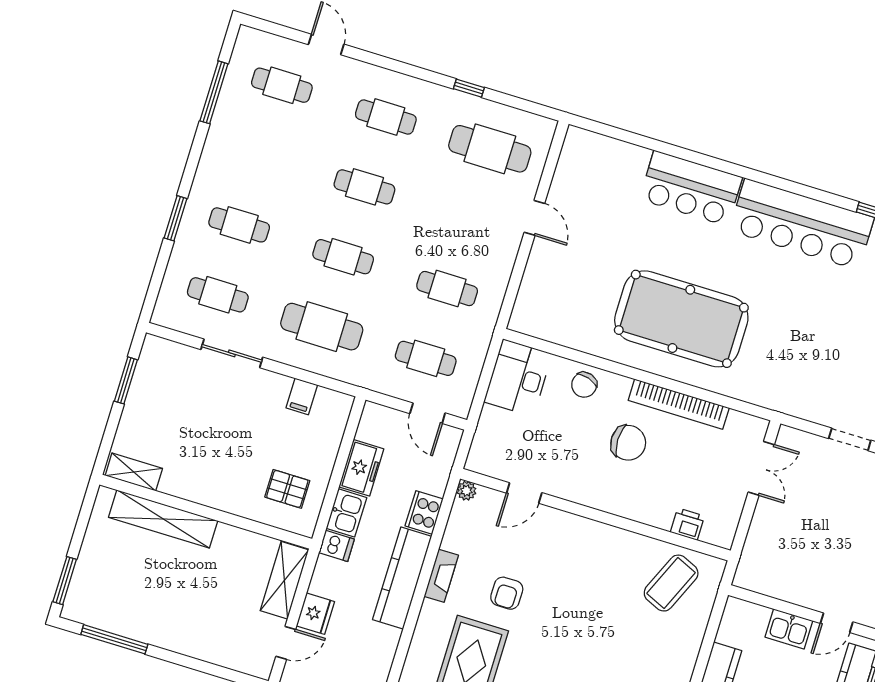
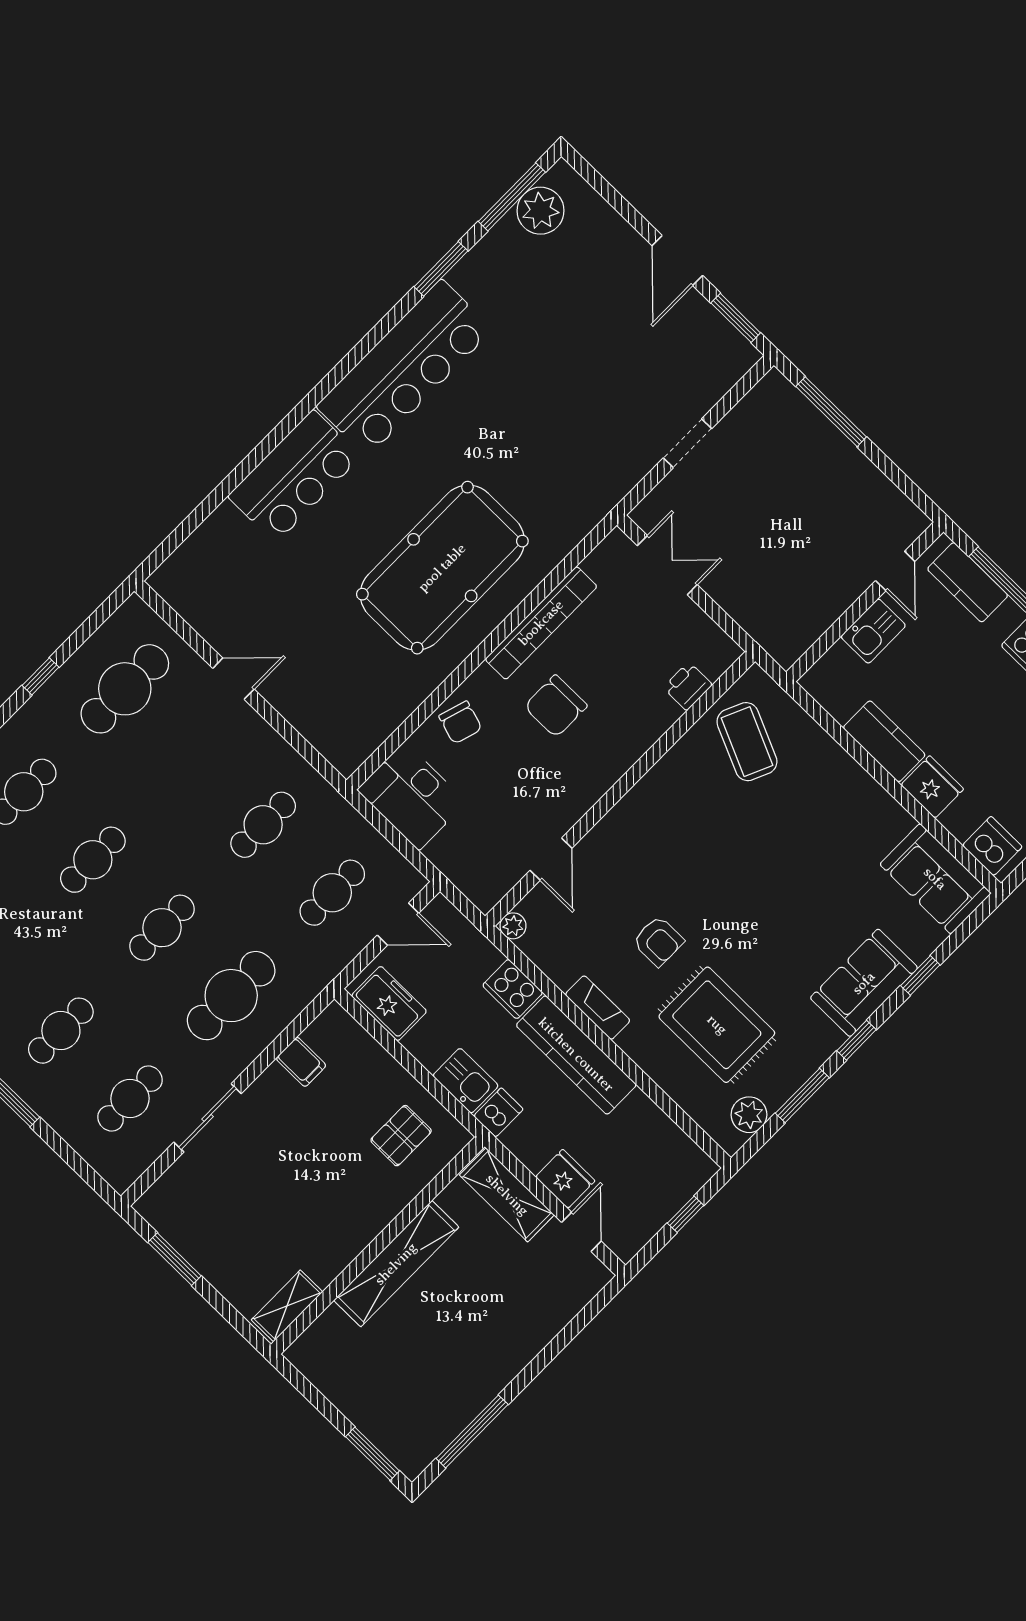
chair: (628, 443) -> (556, 706), turned 180
freezer: (361, 468) -> (389, 1004), moved
shelving: (163, 519) -> (396, 1264), moved

